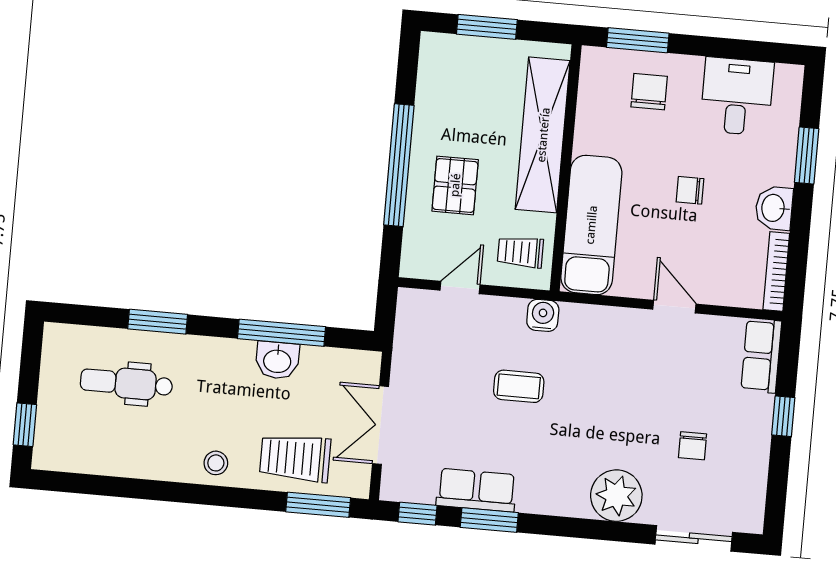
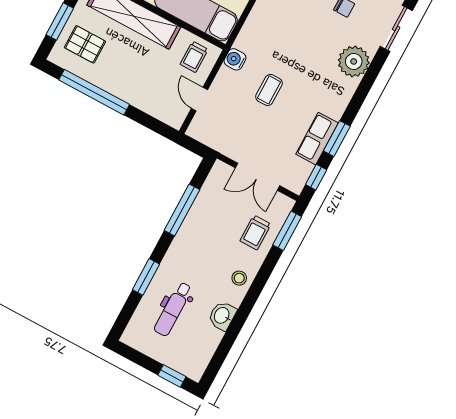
window: (399, 165) -> (94, 92), moved
pallet: (455, 185) -> (85, 44), moved
washbasin: (277, 360) -> (222, 316), moved, turned 180
trolley: (295, 458) -> (255, 232), width x0.73, depth x0.72

